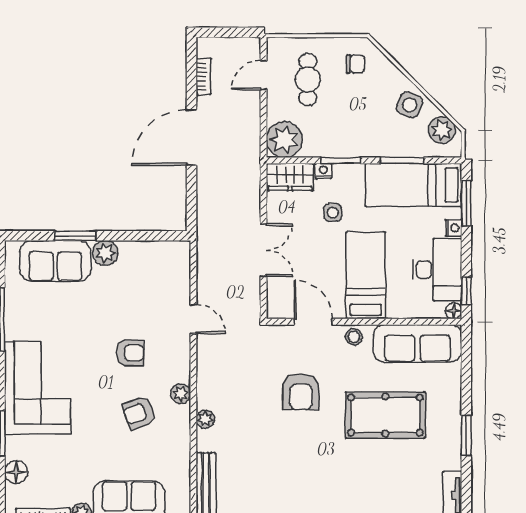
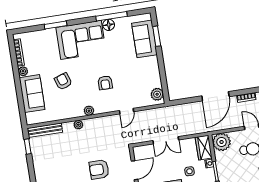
door: (191, 138) -> (215, 96), swing flipped
window: (76, 236) -> (157, 36), moved
plant: (105, 253) -> (157, 94), moved
armchair: (139, 413) -> (63, 81), moved
floor lamp: (16, 472) -> (109, 25), moved

